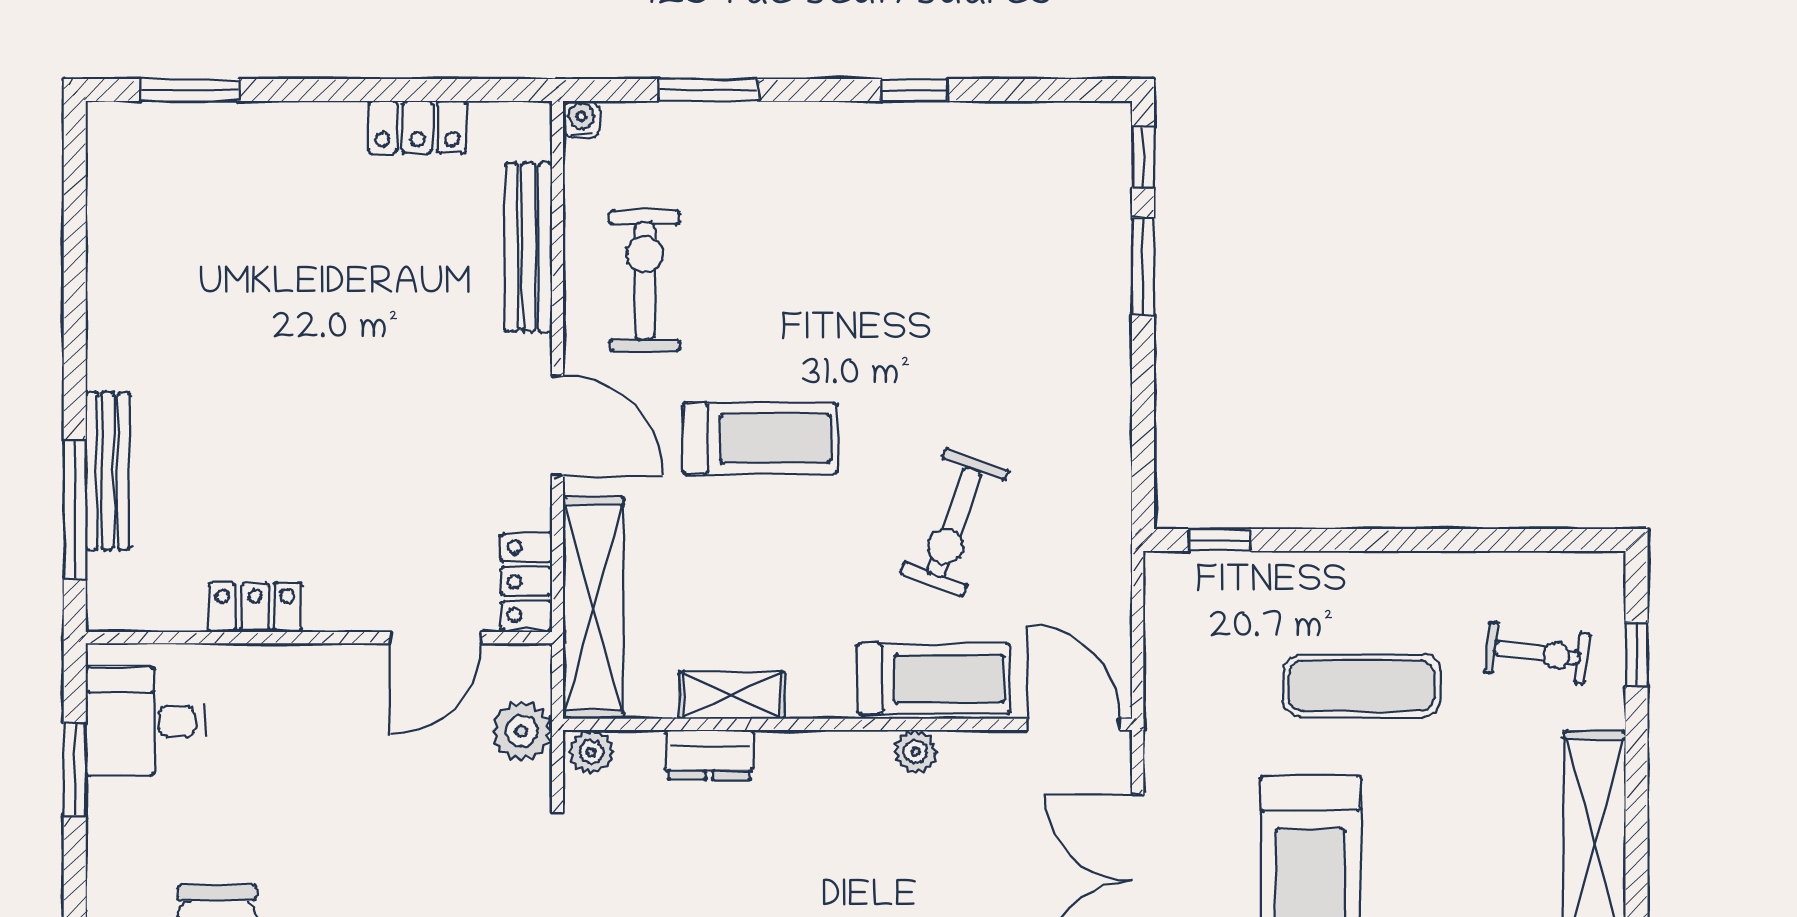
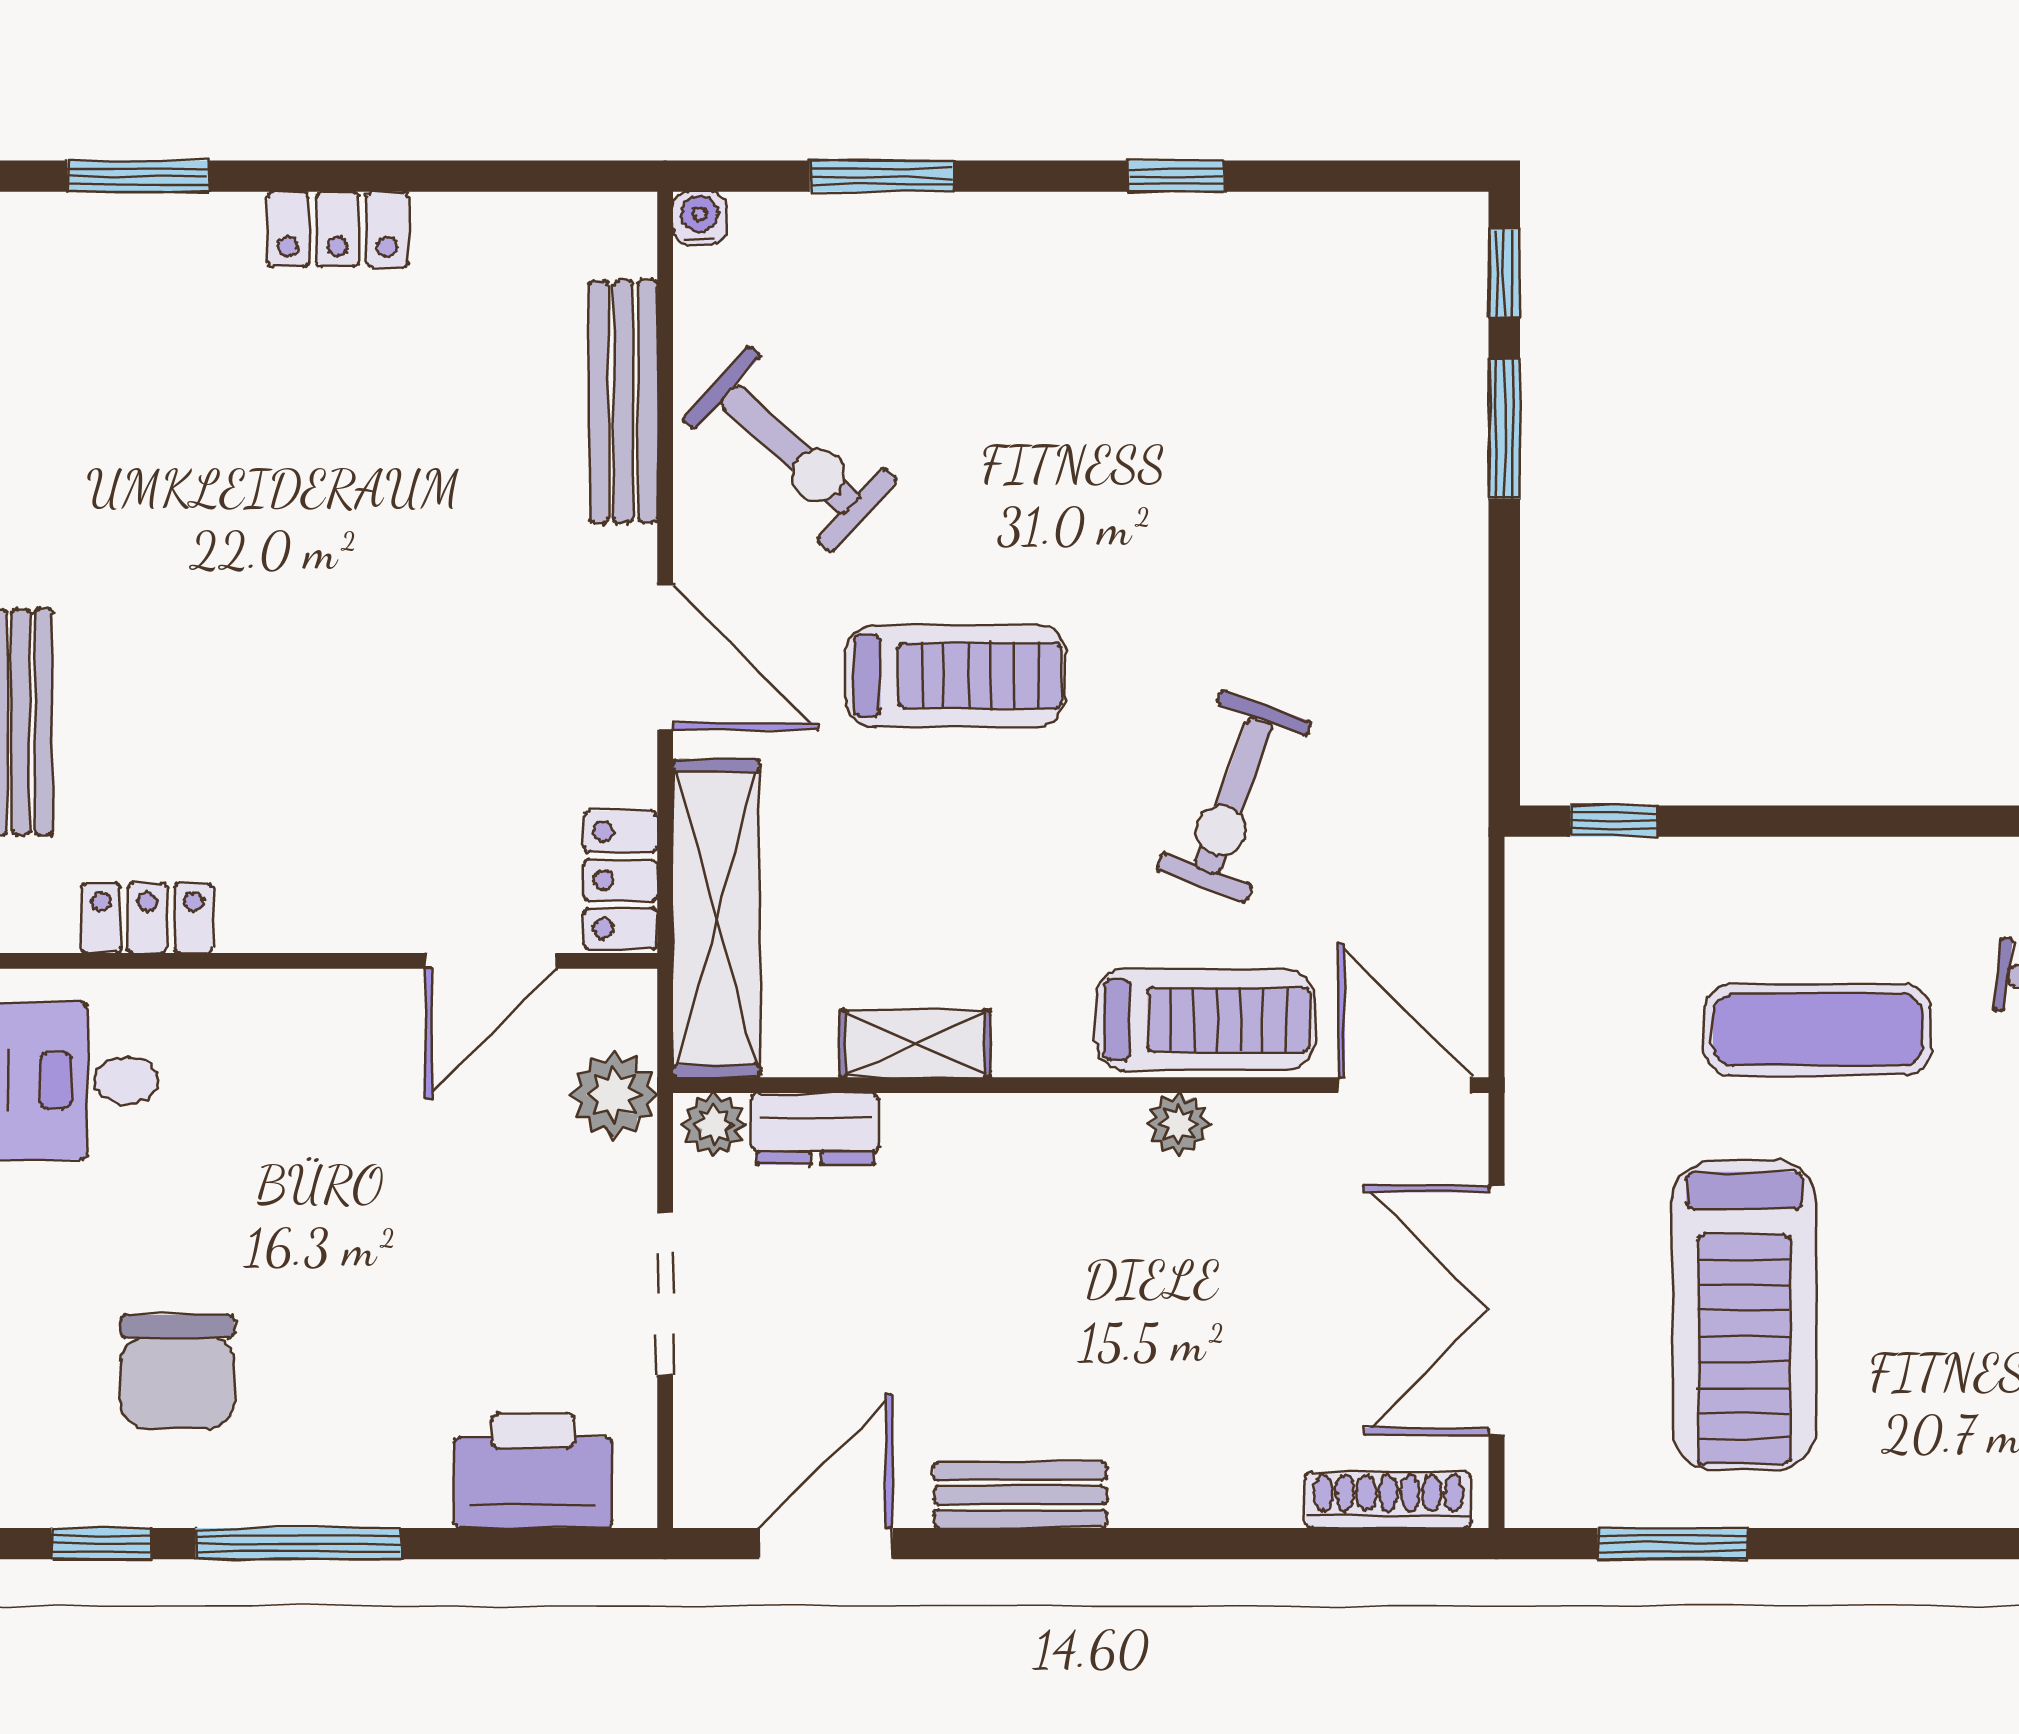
locker: (417, 127) -> (338, 229), moved
exercise bike: (645, 281) -> (790, 450), turned 132
locker: (255, 608) -> (147, 918), moved
dresser: (709, 755) -> (816, 1129), moved

